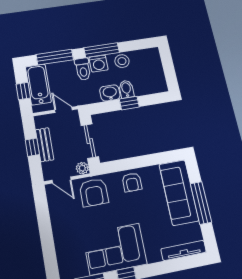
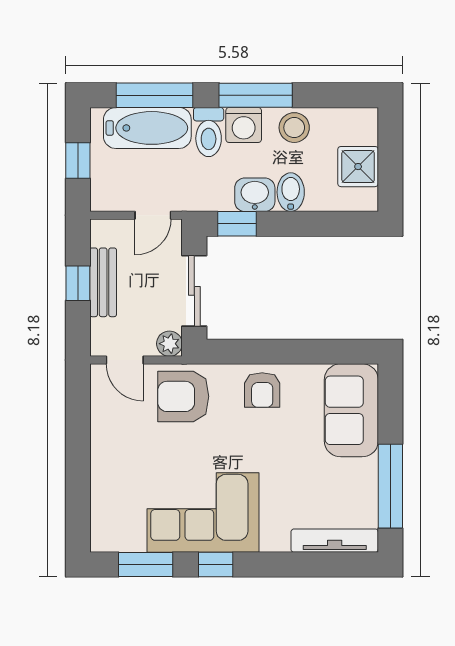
shower: (155, 73) -> (358, 167), added
bathtub: (38, 84) -> (147, 128), moved, turned 90
window: (129, 103) -> (237, 224), moved
door: (63, 110) -> (153, 215), swing flipped
armchair: (94, 192) -> (183, 396), turned 90
sofa: (179, 192) -> (351, 410), width x0.73
window: (201, 203) -> (390, 486), moved

